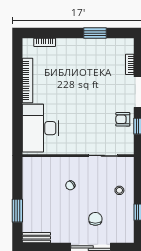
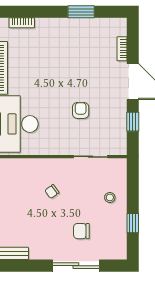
armchair: (123, 119) -> (81, 110), moved, turned 90
chair: (95, 219) -> (81, 231), turned -90

